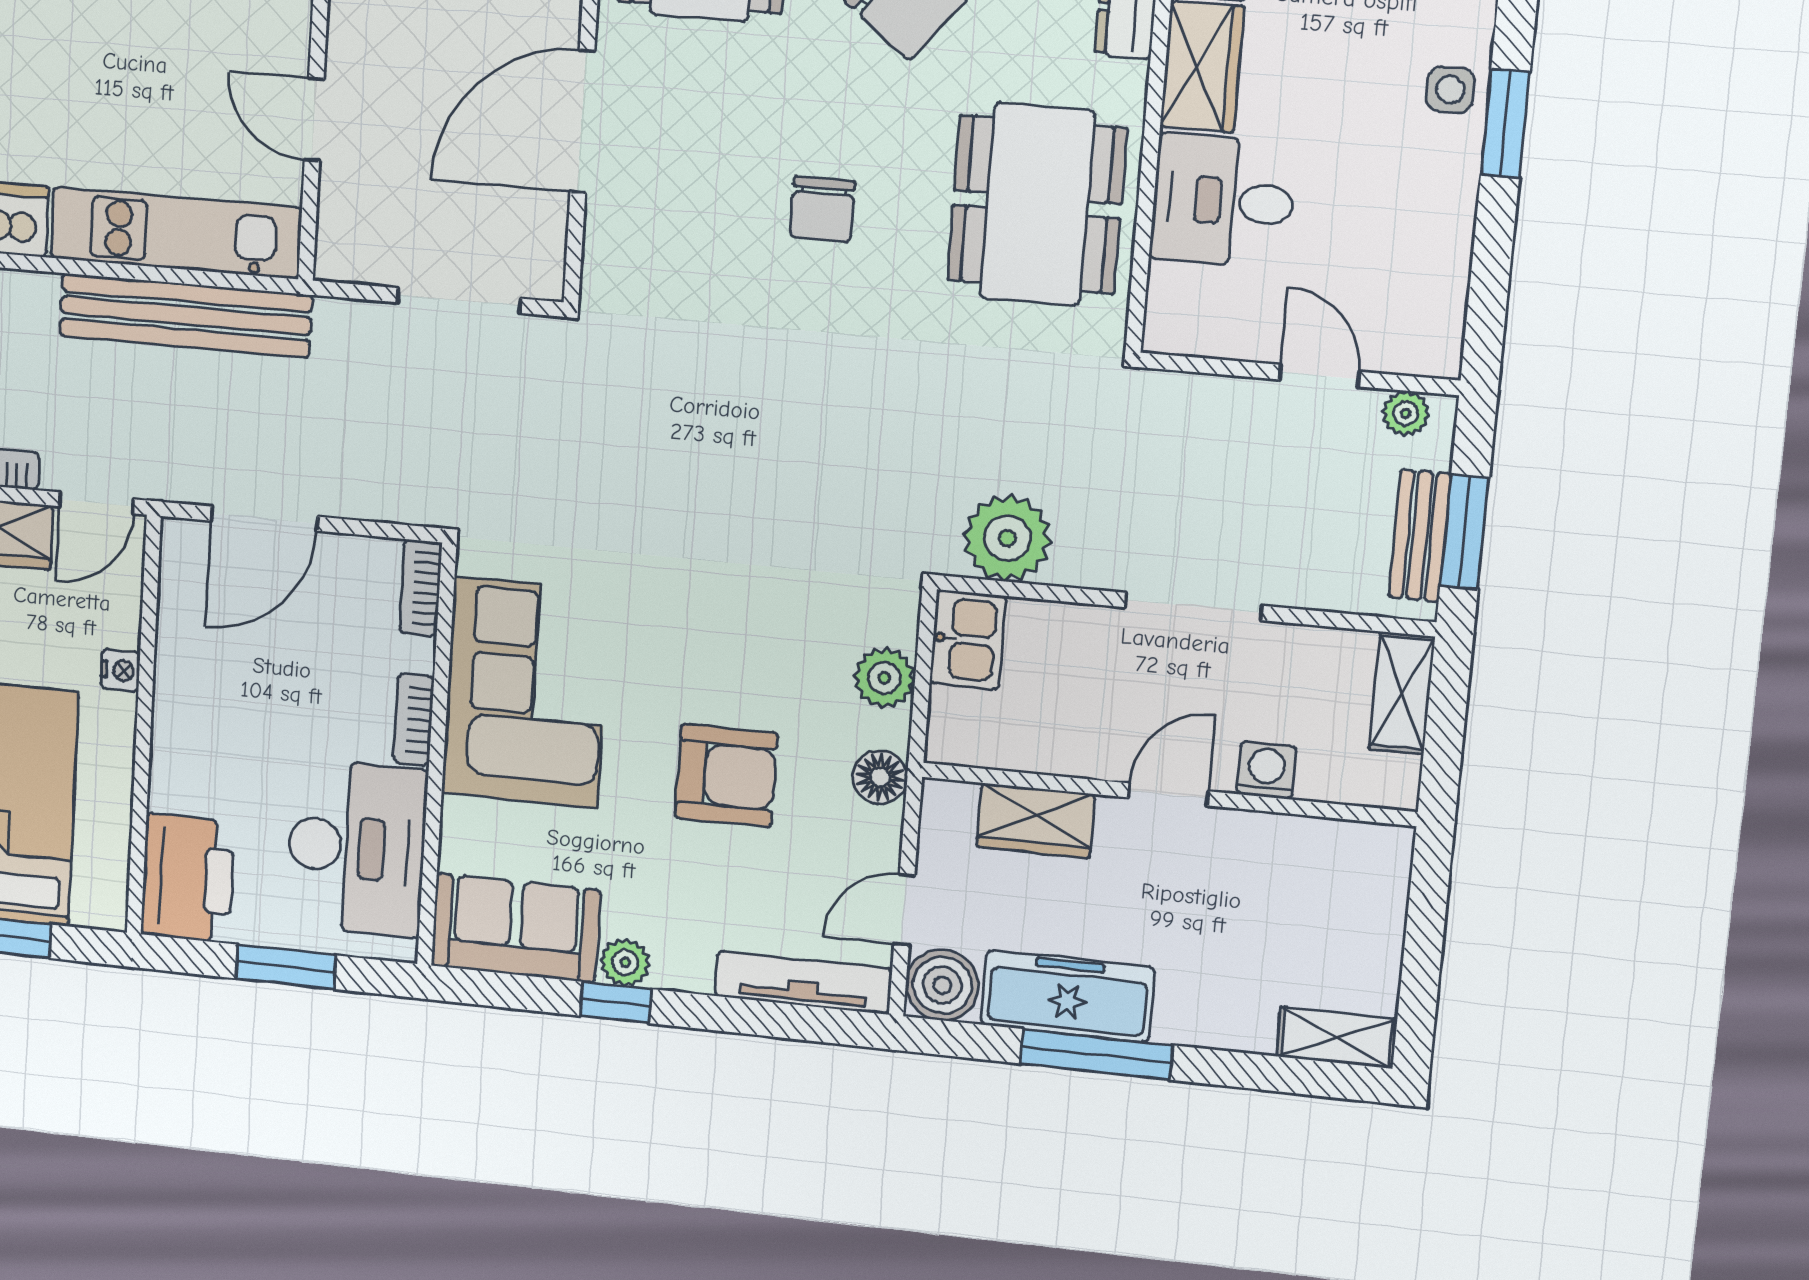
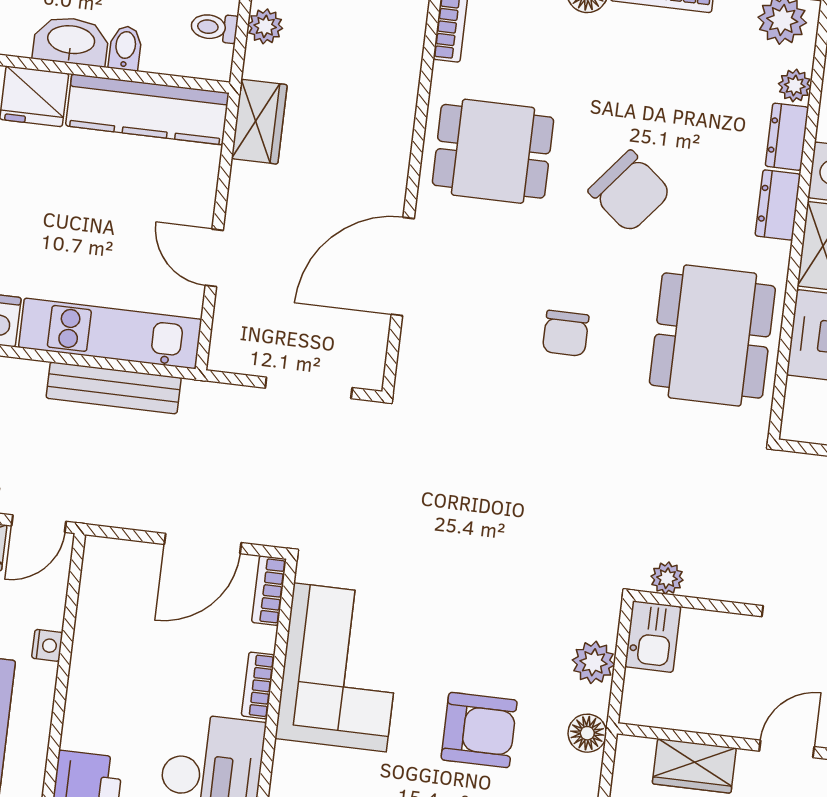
bench: (186, 315) -> (114, 388), width x0.73, depth x0.82
door: (264, 519) -> (203, 543), moved
plant: (1007, 538) -> (667, 578), width x0.53, depth x0.53

